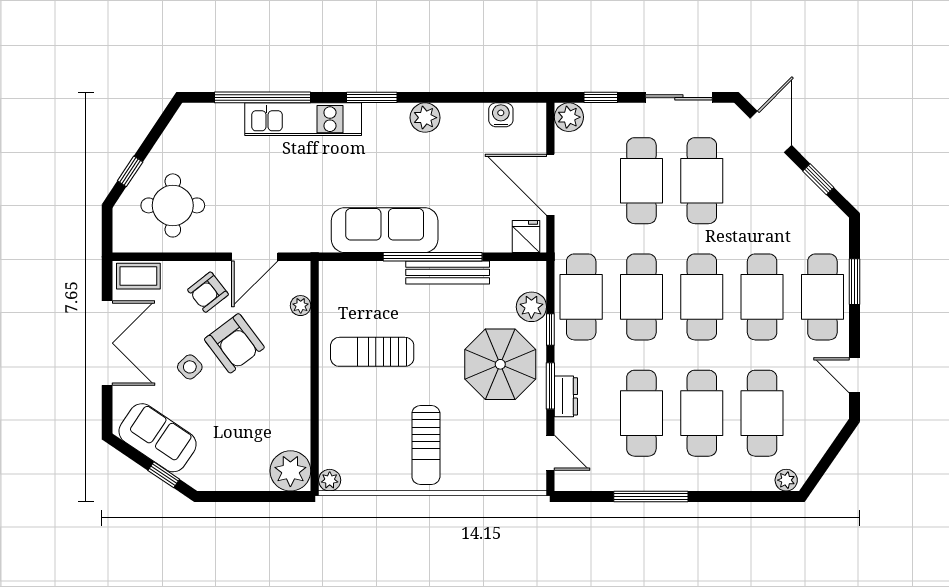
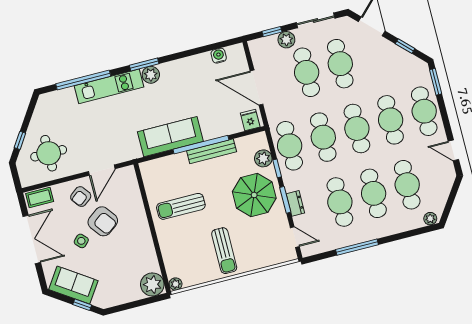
plant: (569, 117) -> (286, 40), moved
plant: (425, 118) -> (151, 75), moved
window: (854, 282) -> (436, 82), moved
plant: (301, 306) -> (134, 191), removed

